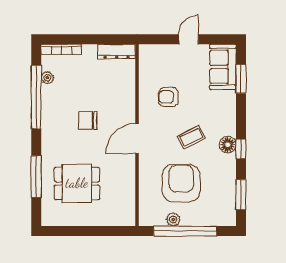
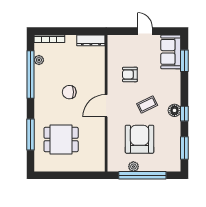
door: (189, 39) -> (145, 31), hinge flipped

